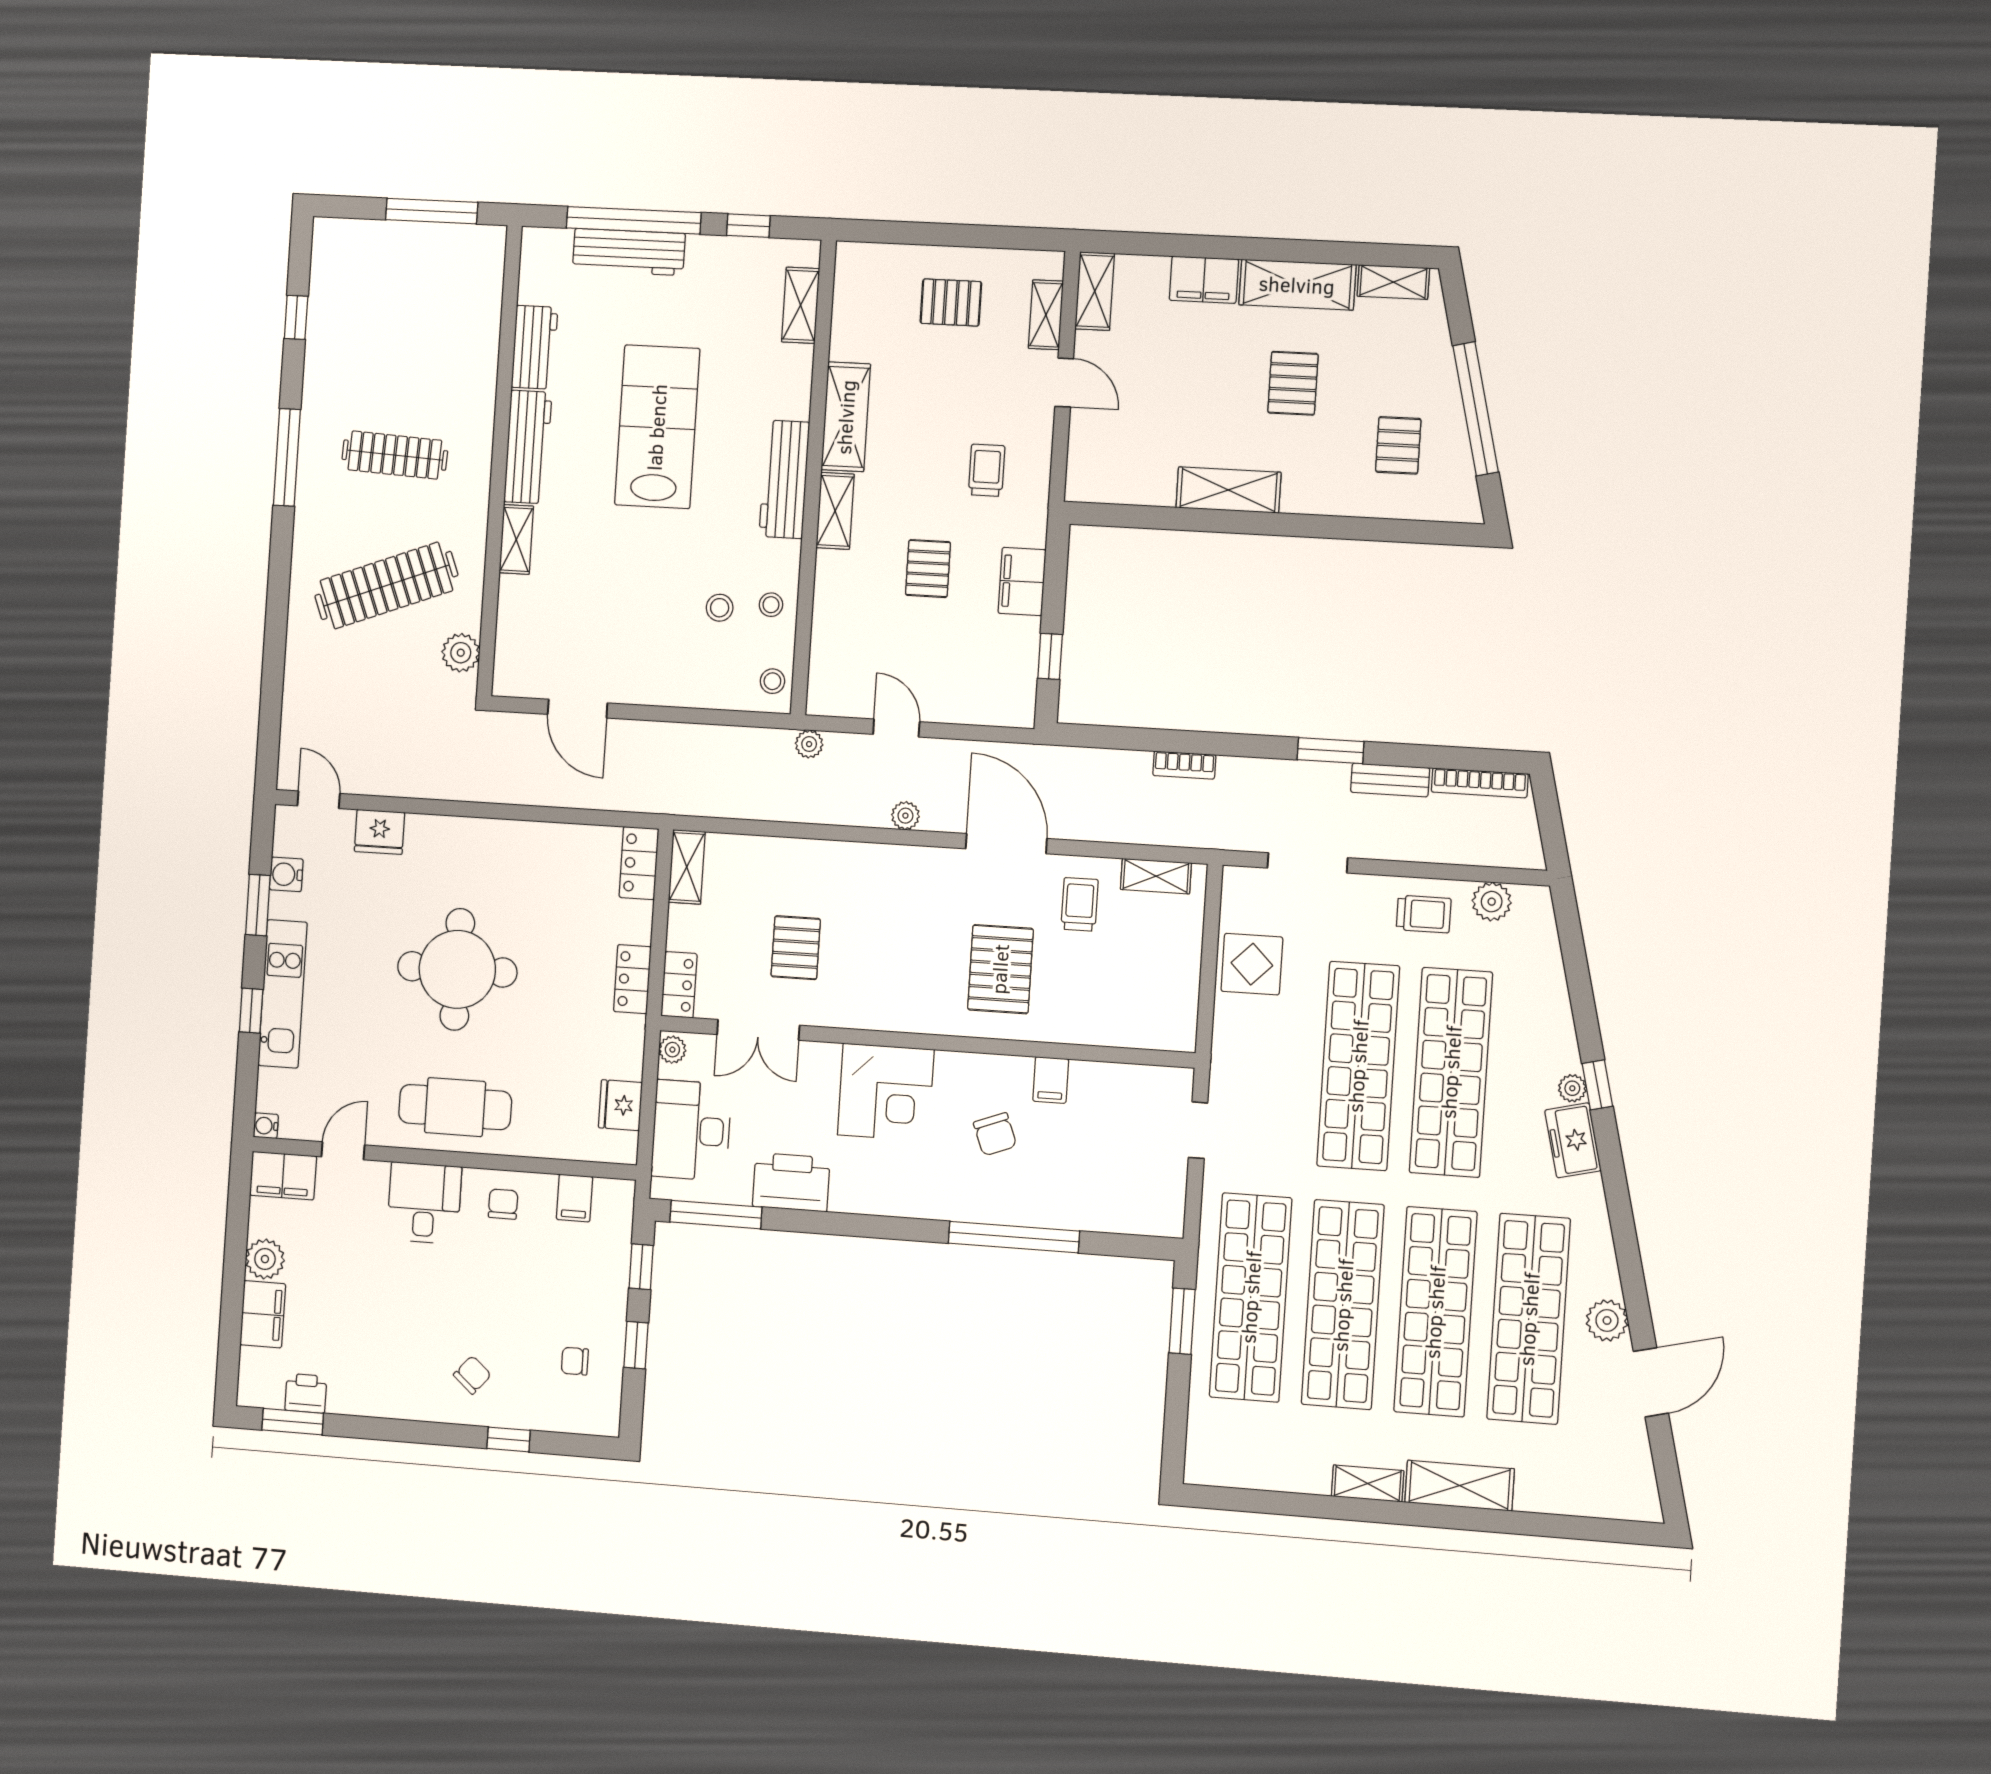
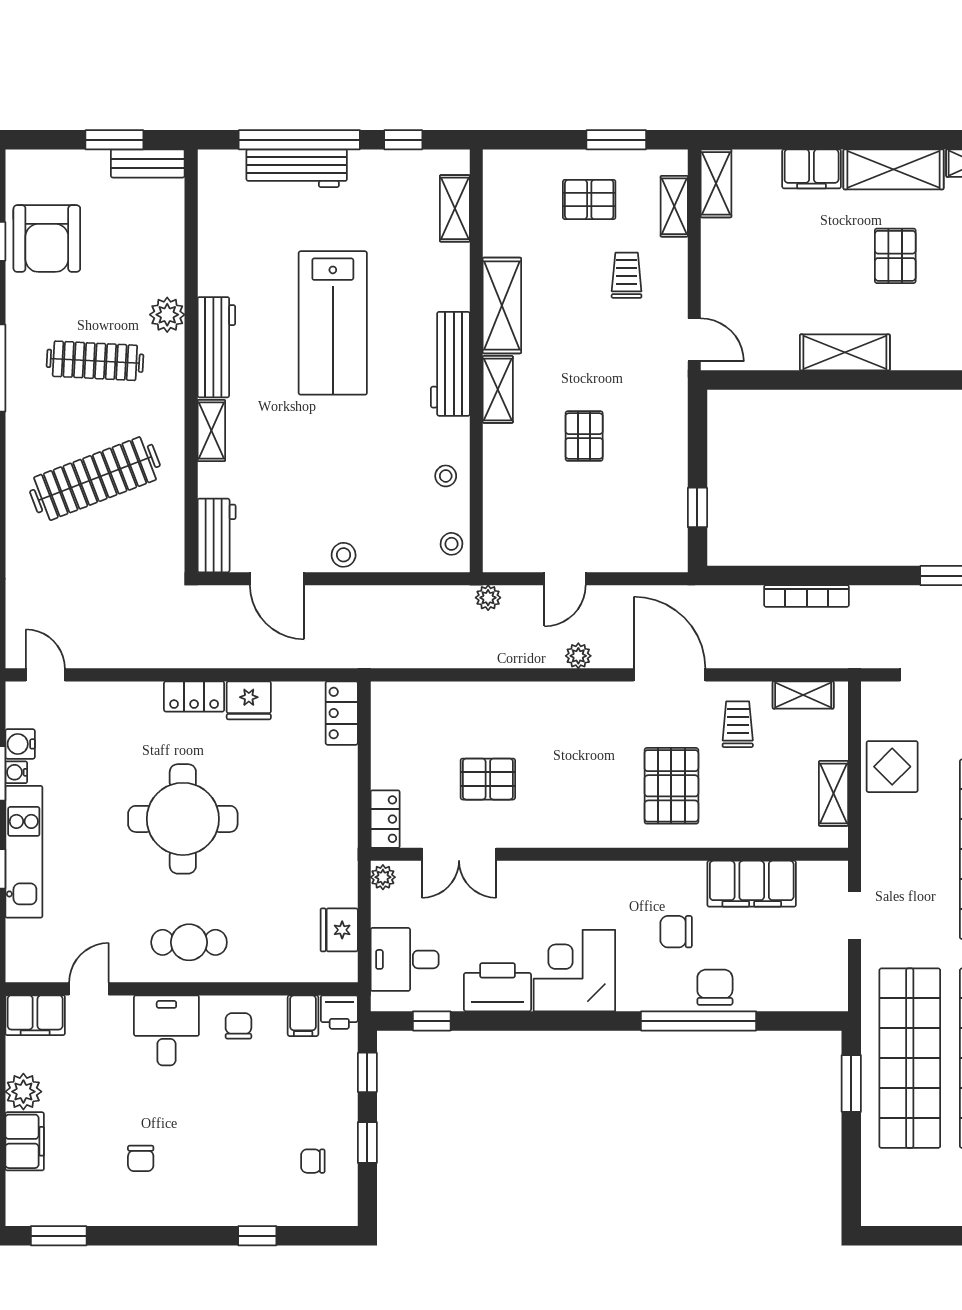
window: (432, 211) -> (114, 140), width x0.69
window: (986, 237) -> (616, 140), added
bench: (466, 239) -> (148, 163), added
armchair: (351, 317) -> (47, 239), added
workbench: (535, 347) -> (217, 535), moved
door: (1064, 383) -> (694, 340), moved
lab bench: (657, 427) -> (333, 323), turned 180
trolley: (987, 470) -> (627, 275), moved
filing cabinet: (1022, 582) -> (668, 443), removed
stool: (720, 608) -> (344, 555), moved
plant: (461, 653) -> (167, 315), moved
door: (896, 728) -> (565, 579), swing flipped
bookcase: (1184, 765) -> (807, 596), width x1.56
fridge: (380, 832) -> (249, 700), moved
shelving: (687, 867) -> (833, 793), moved
pallet: (796, 948) -> (488, 779), turned 90
locker: (632, 979) -> (194, 696), moved, turned -90
filing cabinet: (1051, 1080) -> (752, 884), width x3.00, depth x1.17
corner desk: (886, 1092) -> (574, 971), moved, turned 180
cafe table: (455, 1107) -> (189, 942), width x0.73, depth x0.74
water cooler: (266, 1126) -> (16, 772), moved
desk: (691, 1130) -> (405, 959), width x0.73
chair: (995, 1134) -> (676, 932), turned 111
chair: (1035, 1200) -> (715, 987), added
window: (716, 1215) -> (432, 1021), width x0.46
chair: (472, 1375) -> (141, 1158), moved, turned 139
printer: (306, 1393) -> (339, 1012), moved, turned 180

